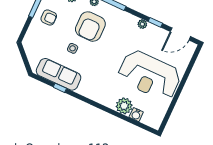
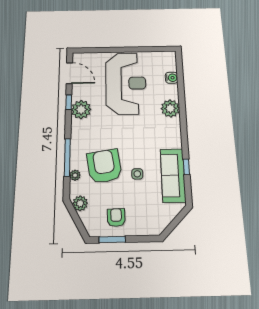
plant: (142, 24) -> (81, 109), width x1.87, depth x1.87
armchair: (90, 27) -> (104, 166), turned -99
plant: (124, 106) -> (170, 108), moved

